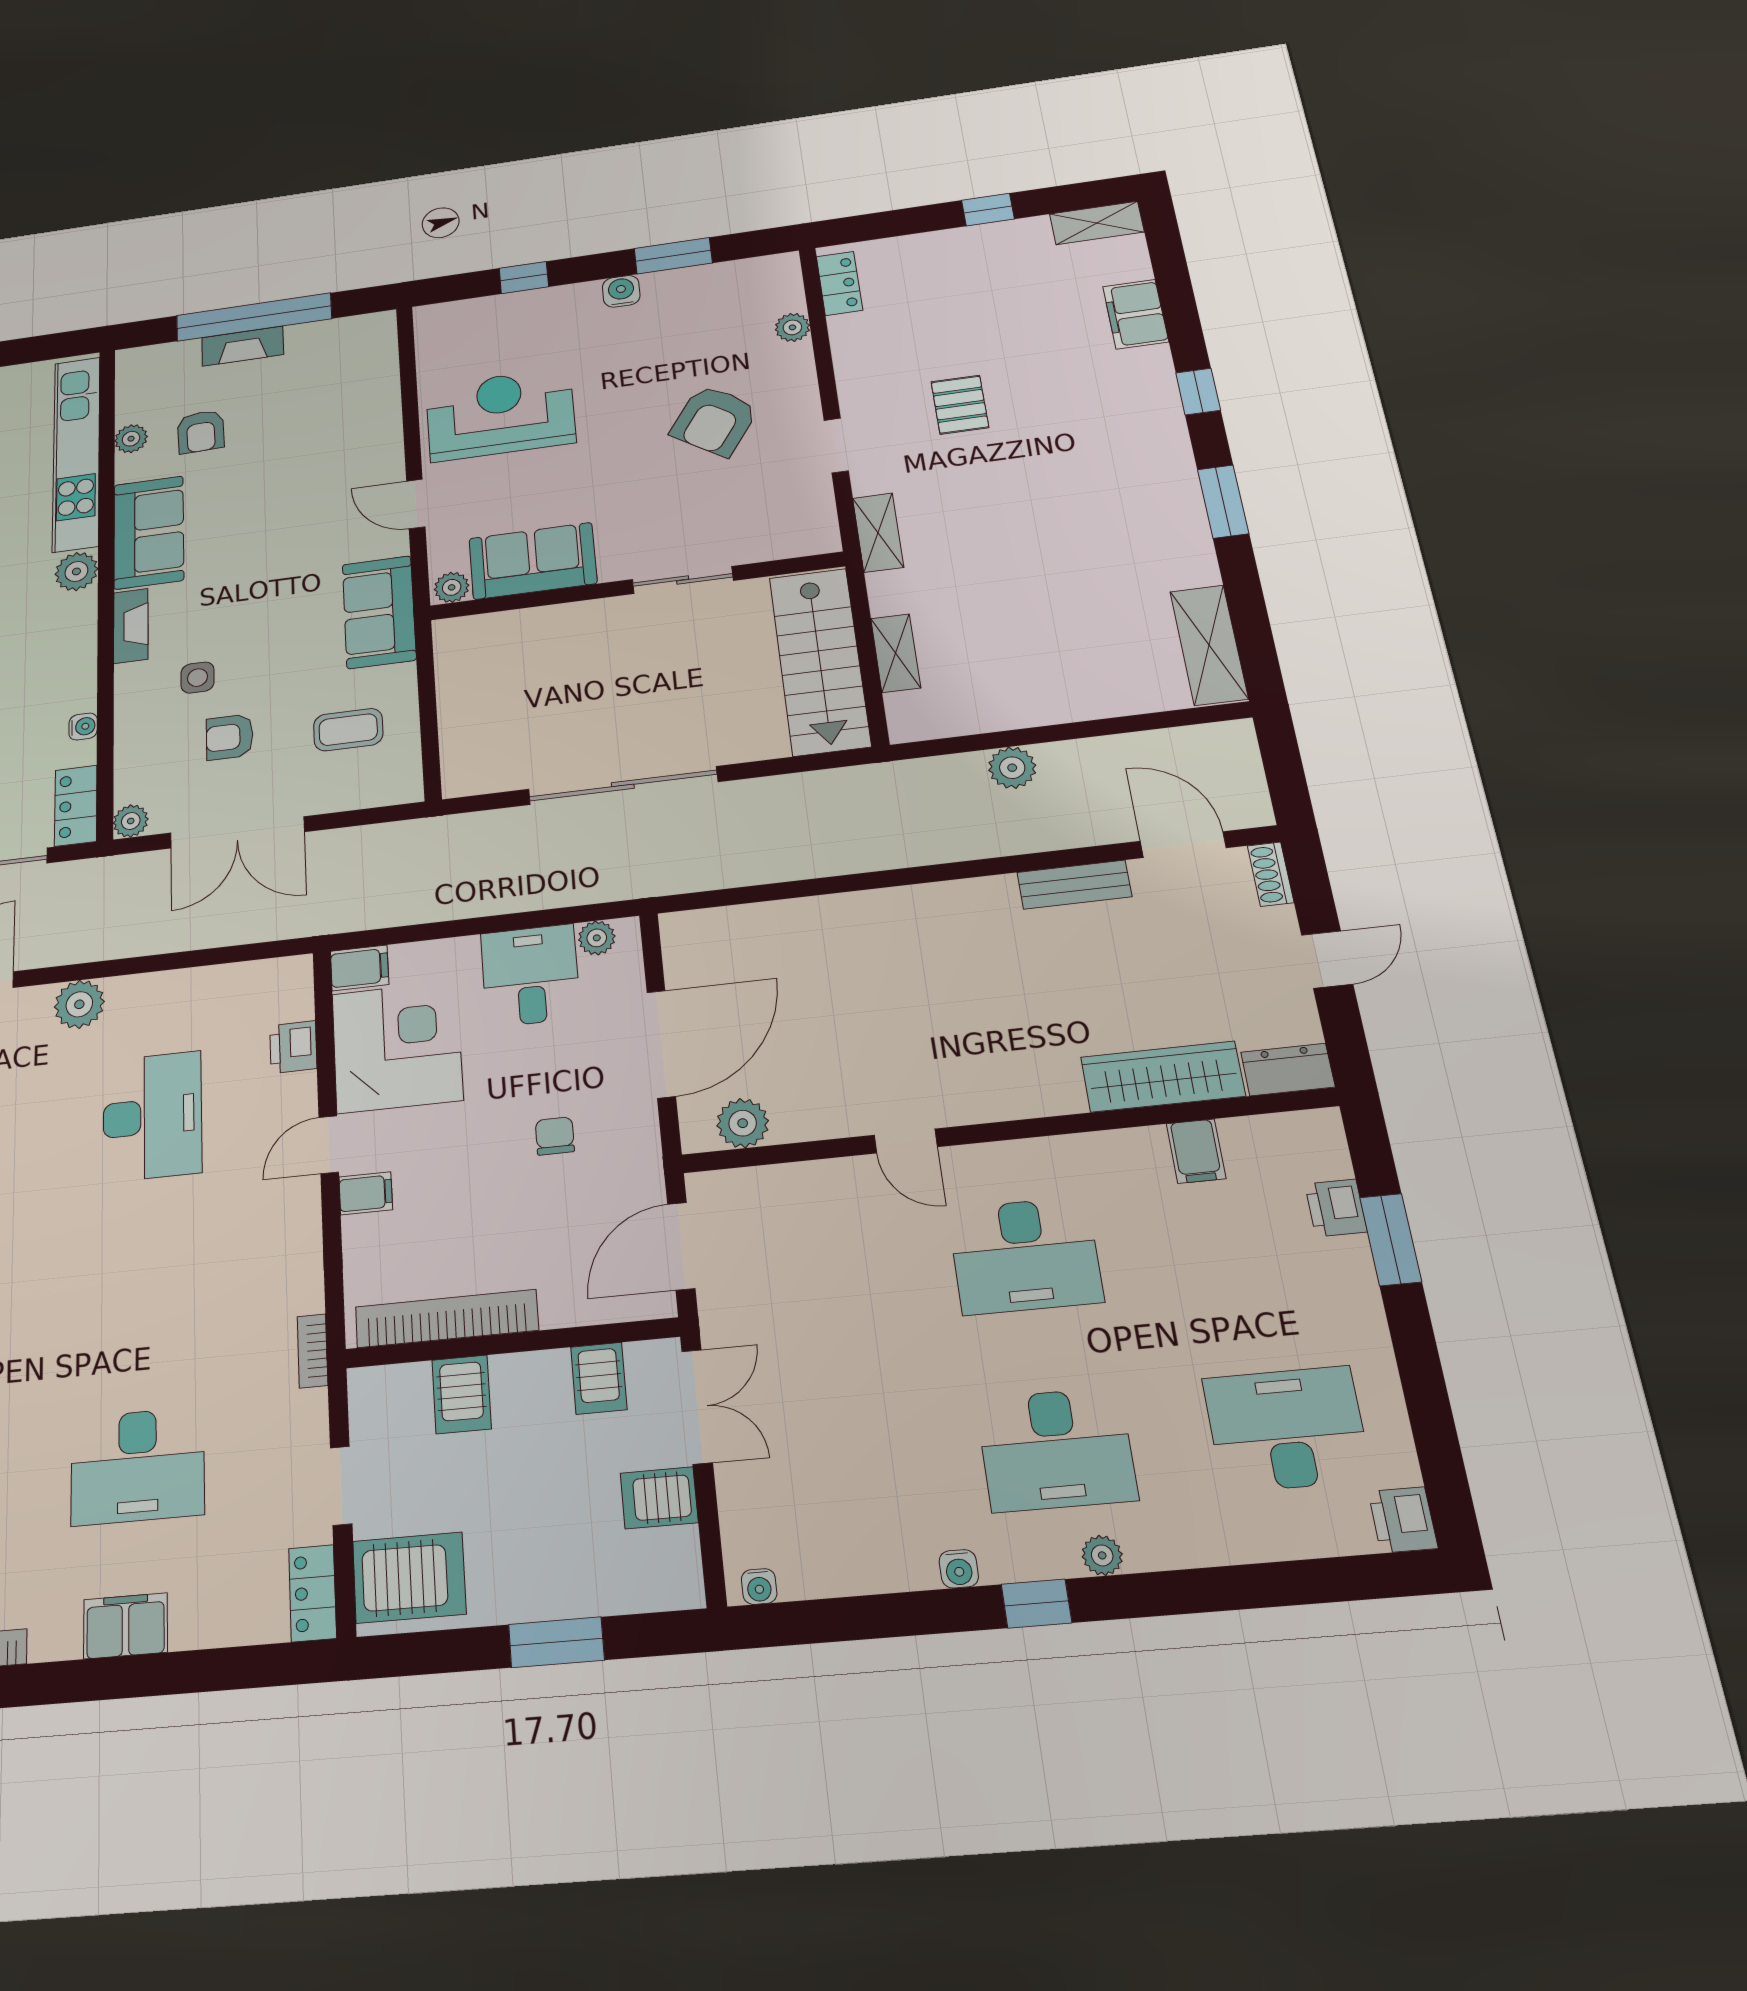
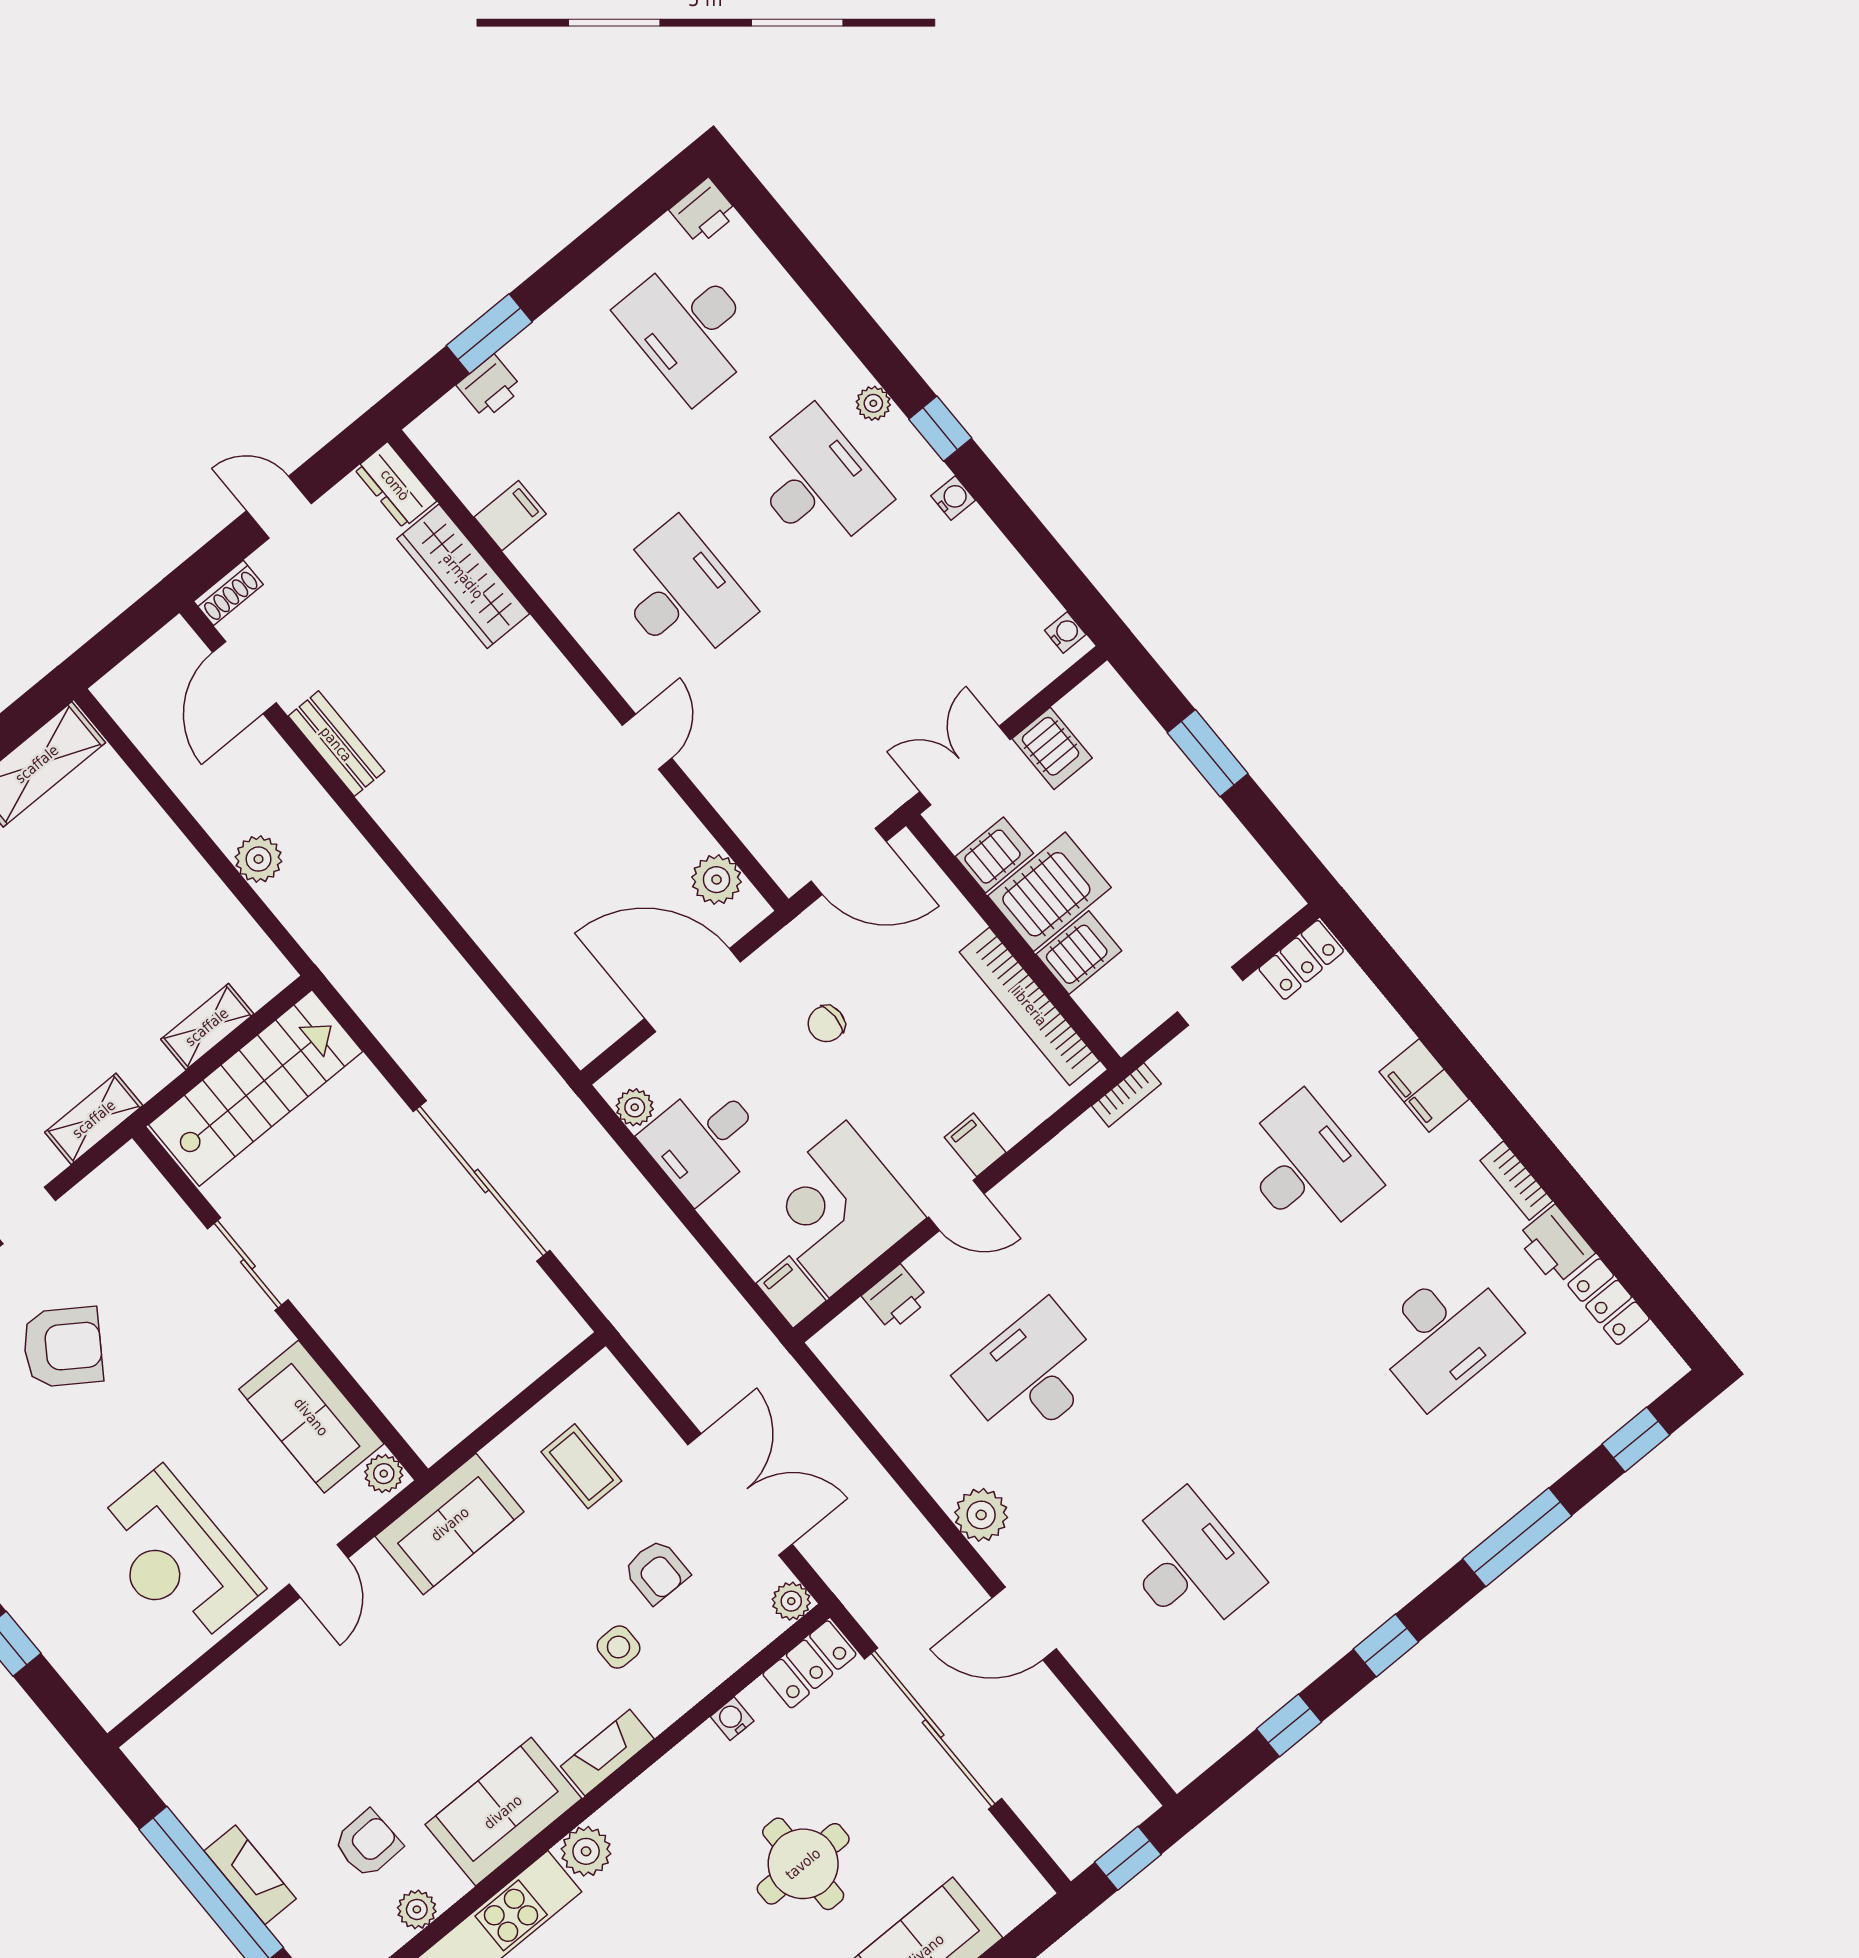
server rack: (409, 1578) -> (1049, 892), moved, turned 90

